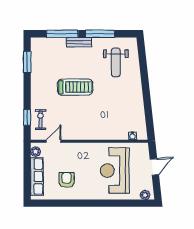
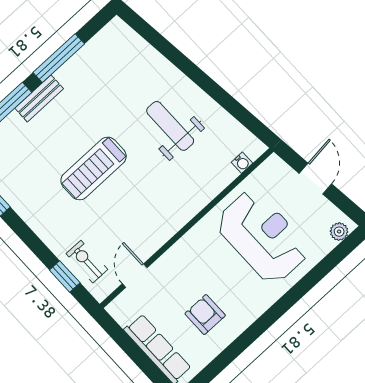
weight bench: (116, 62) -> (170, 126), moved, turned 180
treadmill: (75, 87) -> (94, 168), turned 180
plant: (36, 152) -> (122, 315), removed
reception desk: (115, 171) -> (262, 237), turned 180

